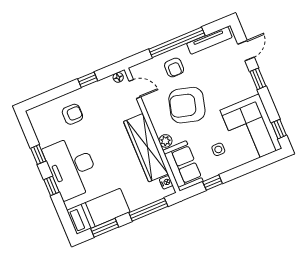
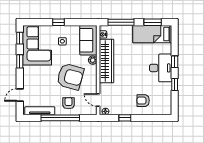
window: (258, 79) -> (20, 61), moved
desk: (72, 167) -> (161, 68), width x0.73, depth x0.77
window: (213, 183) -> (59, 22), moved

